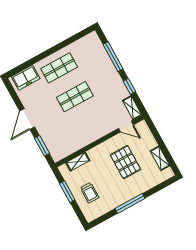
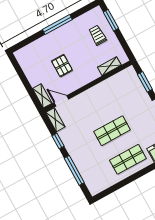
shelving: (160, 158) -> (42, 96), moved
pallet: (125, 162) -> (62, 66), width x0.67, depth x0.71
window: (67, 192) -> (111, 20), moved

